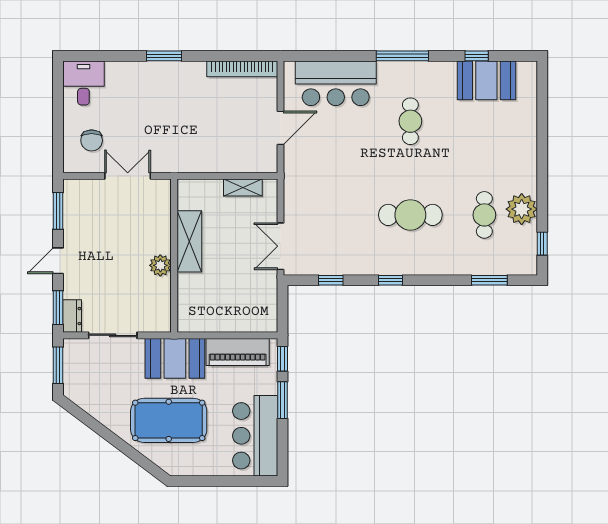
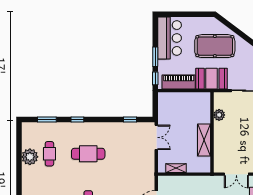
window: (542, 244) -> (19, 139), removed
plant: (160, 265) -> (219, 115), moved
window: (391, 280) -> (77, 120), moved

